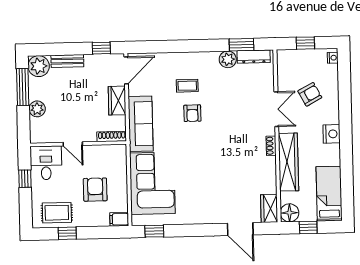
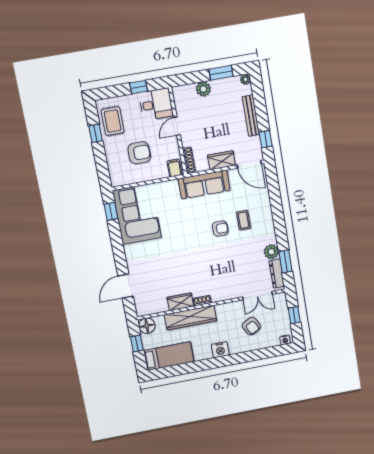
bench: (67, 61) -> (251, 116), width x1.36
plant: (39, 66) -> (245, 79), width x0.53, depth x0.53
window: (23, 87) -> (221, 73), width x0.69
double door: (276, 109) -> (257, 296), moved
armchair: (192, 113) -> (220, 229), turned 180
corner sofa: (152, 183) -> (137, 214), moved, turned -90
wardrobe: (269, 208) -> (180, 302), moved
filing cabinet: (119, 219) -> (174, 168), moved

